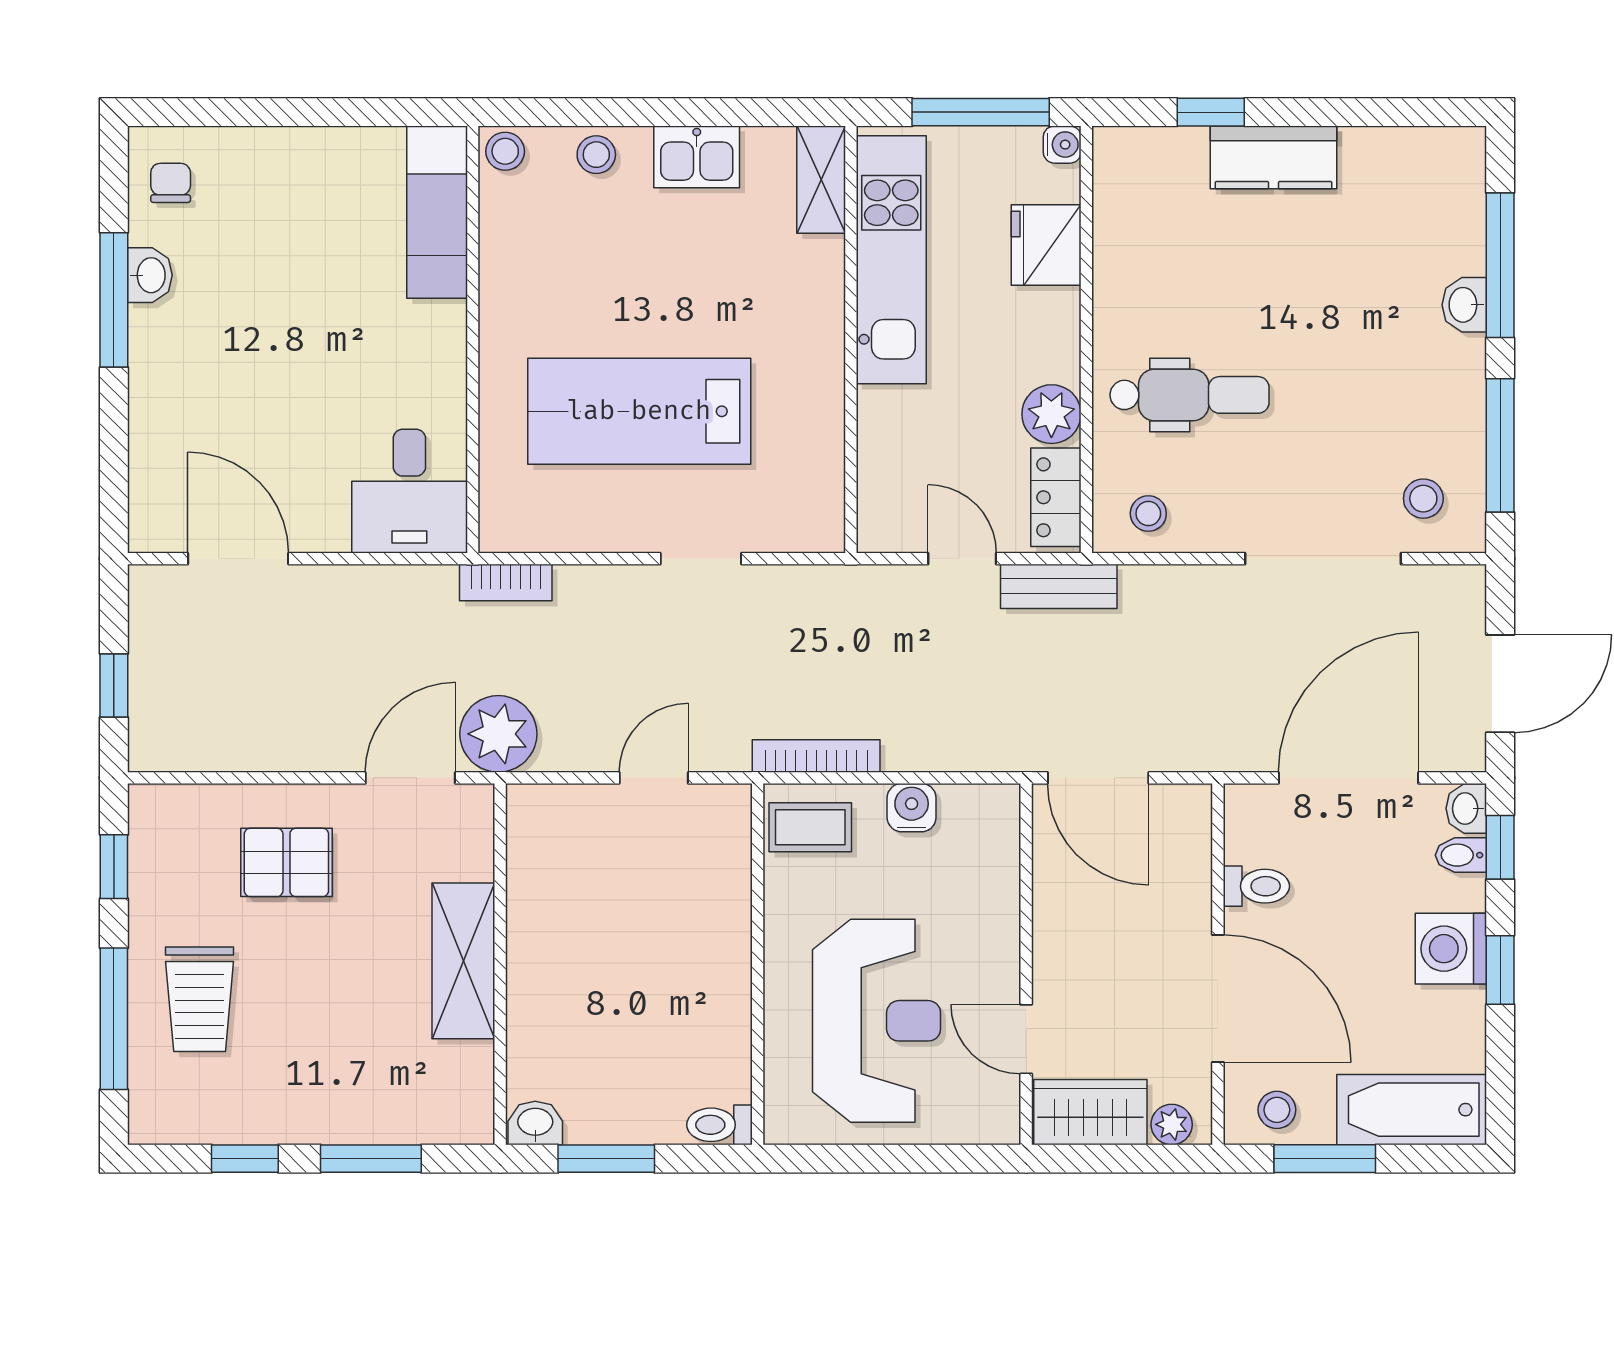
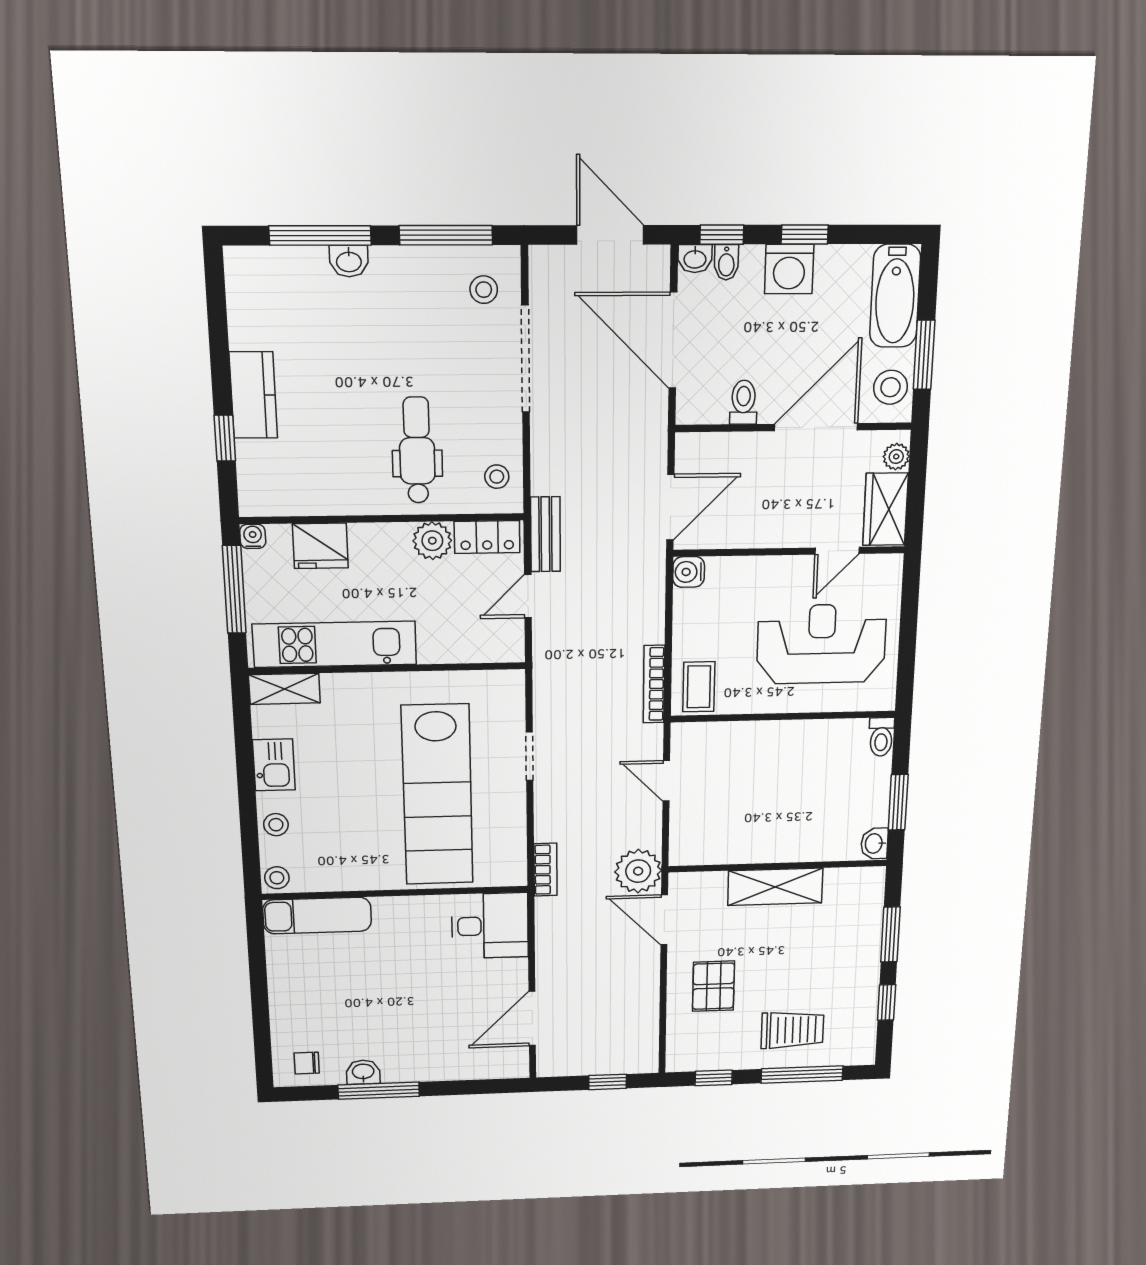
lab bench: (639, 411) -> (437, 795), width x1.36
water cooler: (912, 808) -> (689, 572), moved
stool: (1277, 1110) -> (890, 387), width x1.37, depth x1.37

